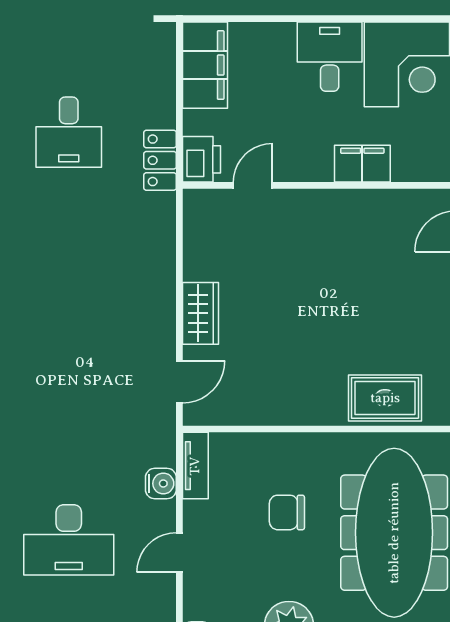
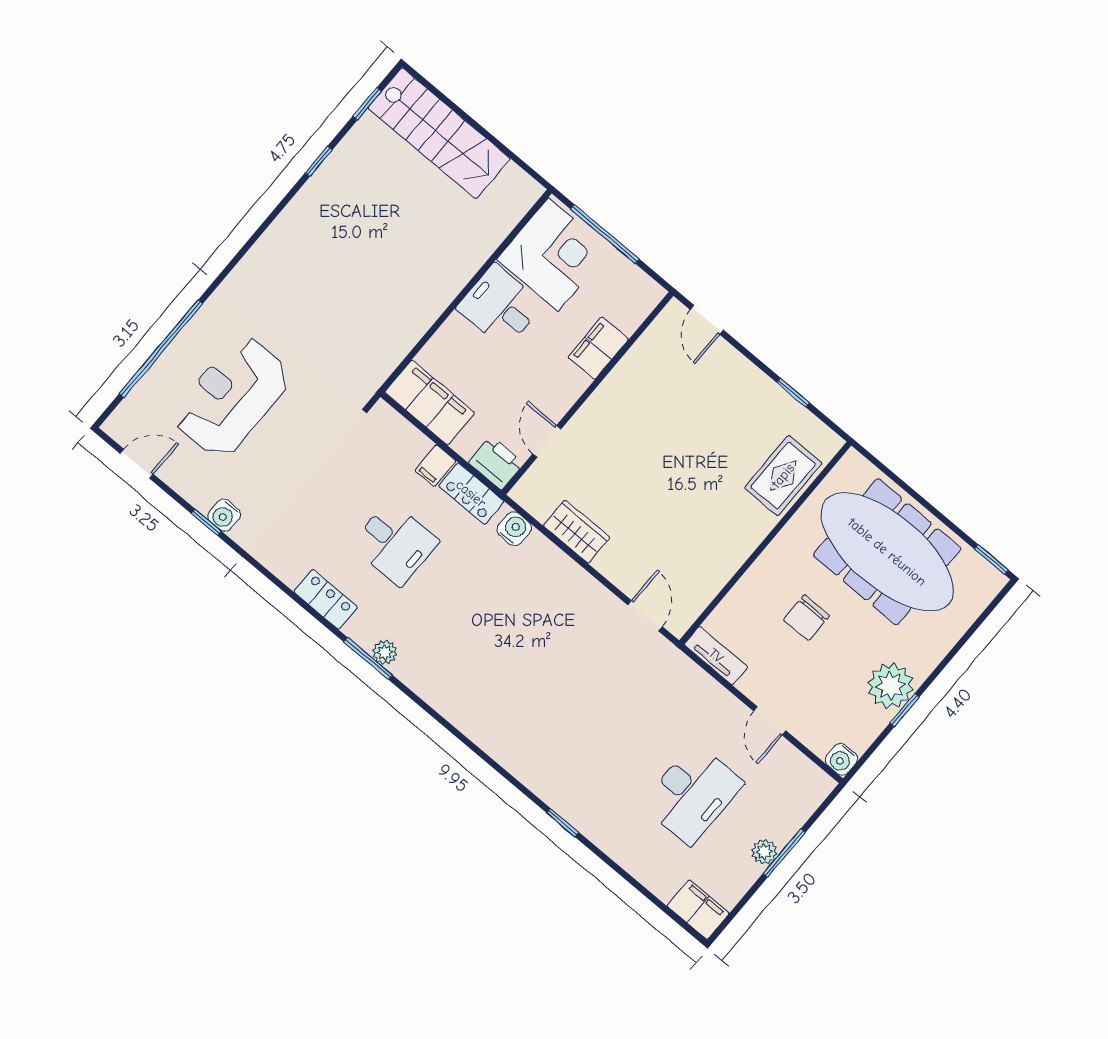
filing cabinet: (158, 112) -> (435, 466), added
wardrobe: (201, 313) -> (577, 532), moved
water cooler: (161, 484) -> (514, 529), moved

